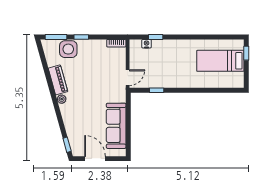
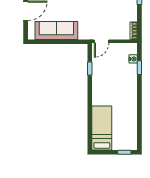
bed: (220, 61) -> (102, 128), moved
door: (128, 78) -> (102, 41), hinge flipped

